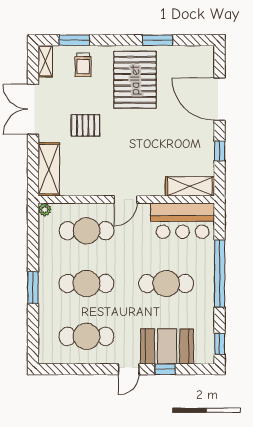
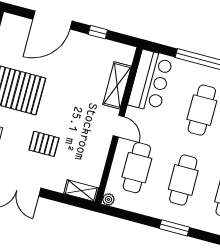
pallet: (85, 125) -> (44, 144), turned 90
shelving: (49, 169) -> (81, 191), width x0.67, depth x0.75
shelving: (190, 186) -> (117, 85), moved

